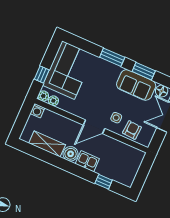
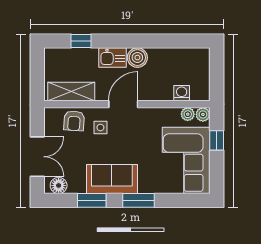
sofa: (136, 85) -> (112, 179), moved
washing machine: (37, 111) -> (182, 93), moved
shelving: (47, 144) -> (71, 91), moved

